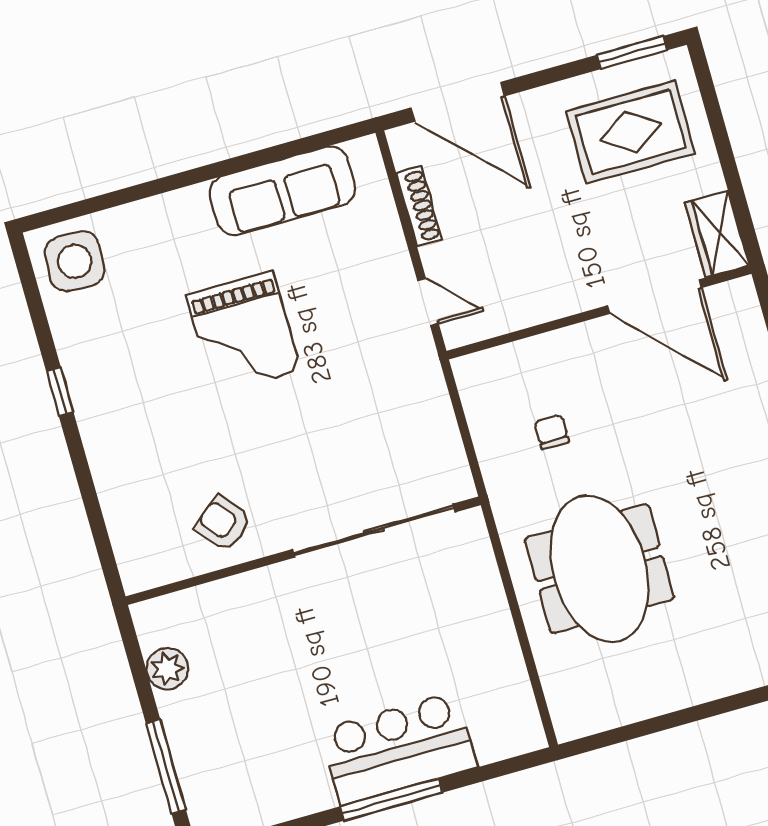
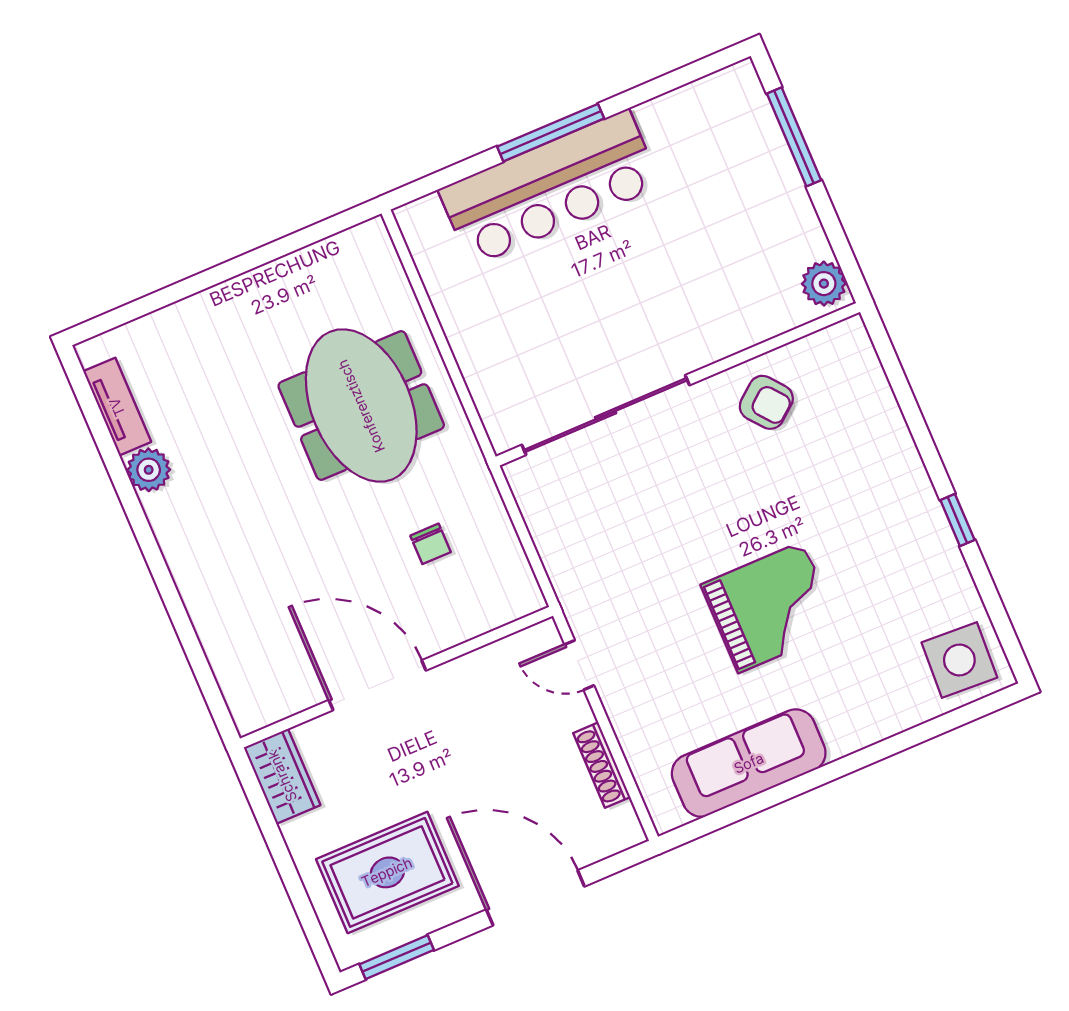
door: (457, 102) -> (535, 898), moved
door: (654, 297) -> (377, 685), moved
grand piano: (243, 333) -> (771, 607), turned 90
plant: (167, 669) -> (824, 284), moved
bar counter: (399, 748) -> (550, 188), width x1.36

